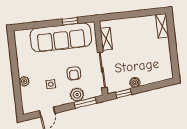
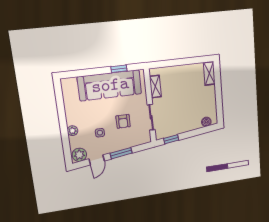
sliding door: (102, 70) -> (151, 117), width x0.73
boiler: (135, 82) -> (206, 122), moved
plant: (77, 95) -> (79, 155), moved
window: (85, 103) -> (121, 153), moved

